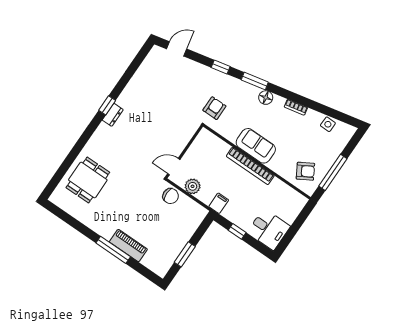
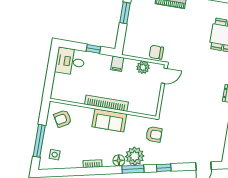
plant: (246, 94) -> (135, 156), added
armchair: (214, 108) -> (154, 134), turned -90
side table: (328, 124) -> (55, 155), moved
window: (333, 172) -> (39, 141), moved

